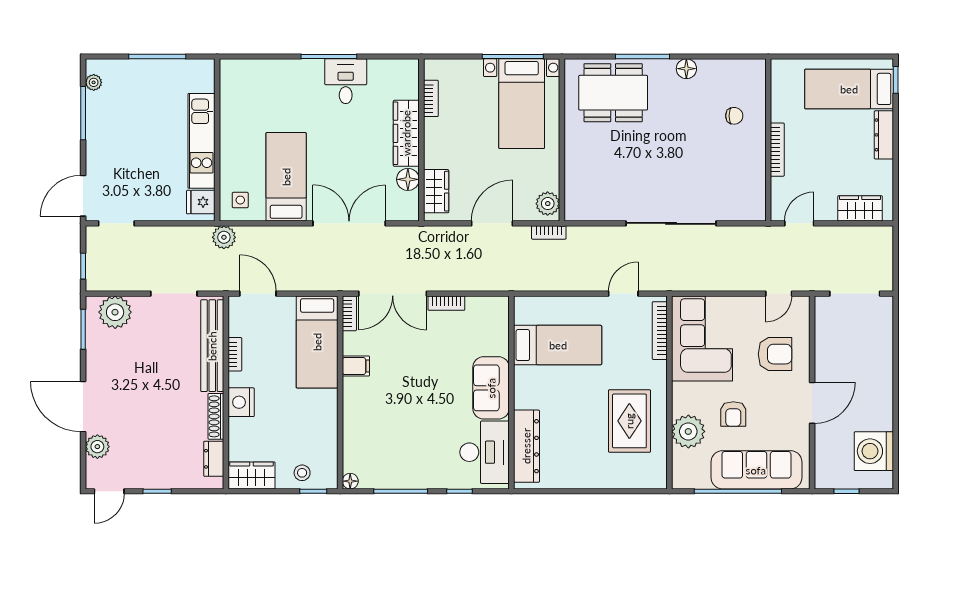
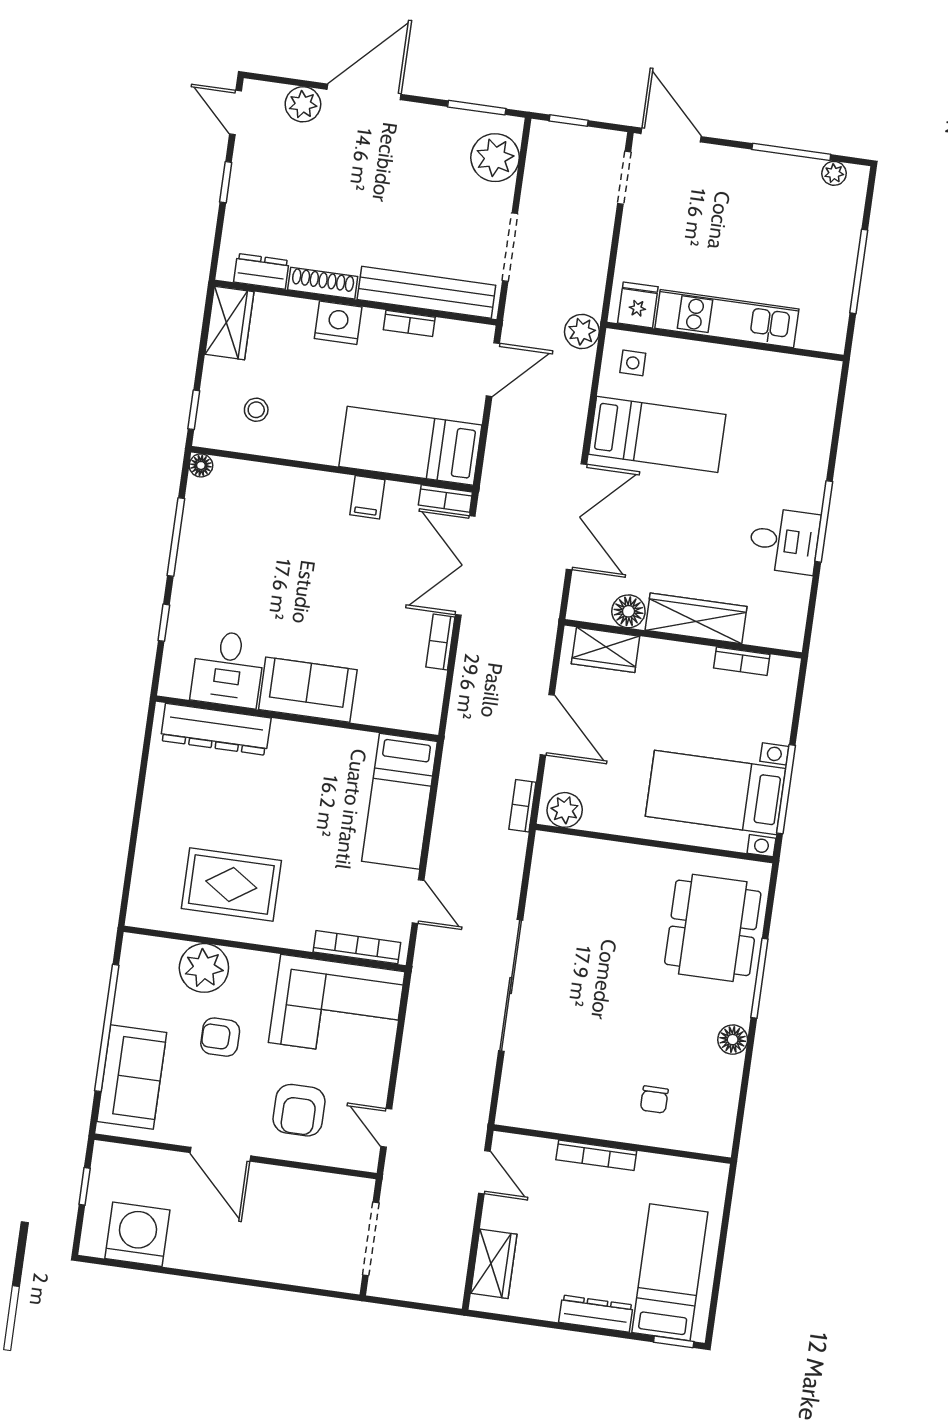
bed: (558, 345) -> (399, 801), moved
desk: (485, 452) -> (228, 669), width x0.73
sofa: (756, 470) -> (132, 1077), width x0.73
stool: (302, 473) -> (256, 410), moved

